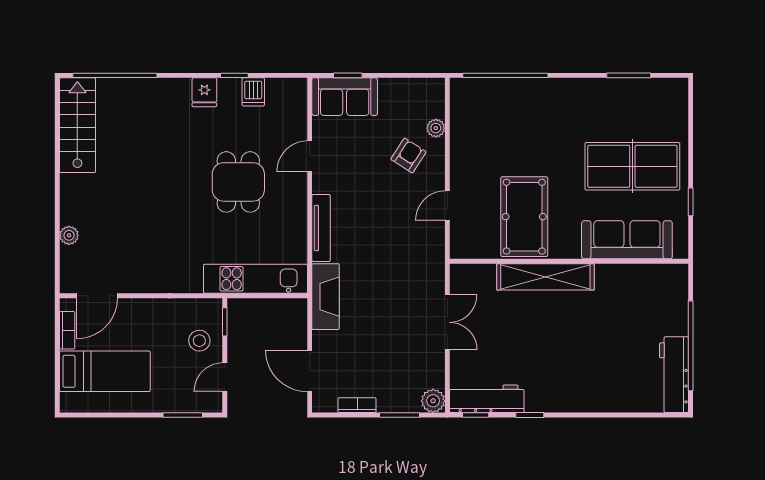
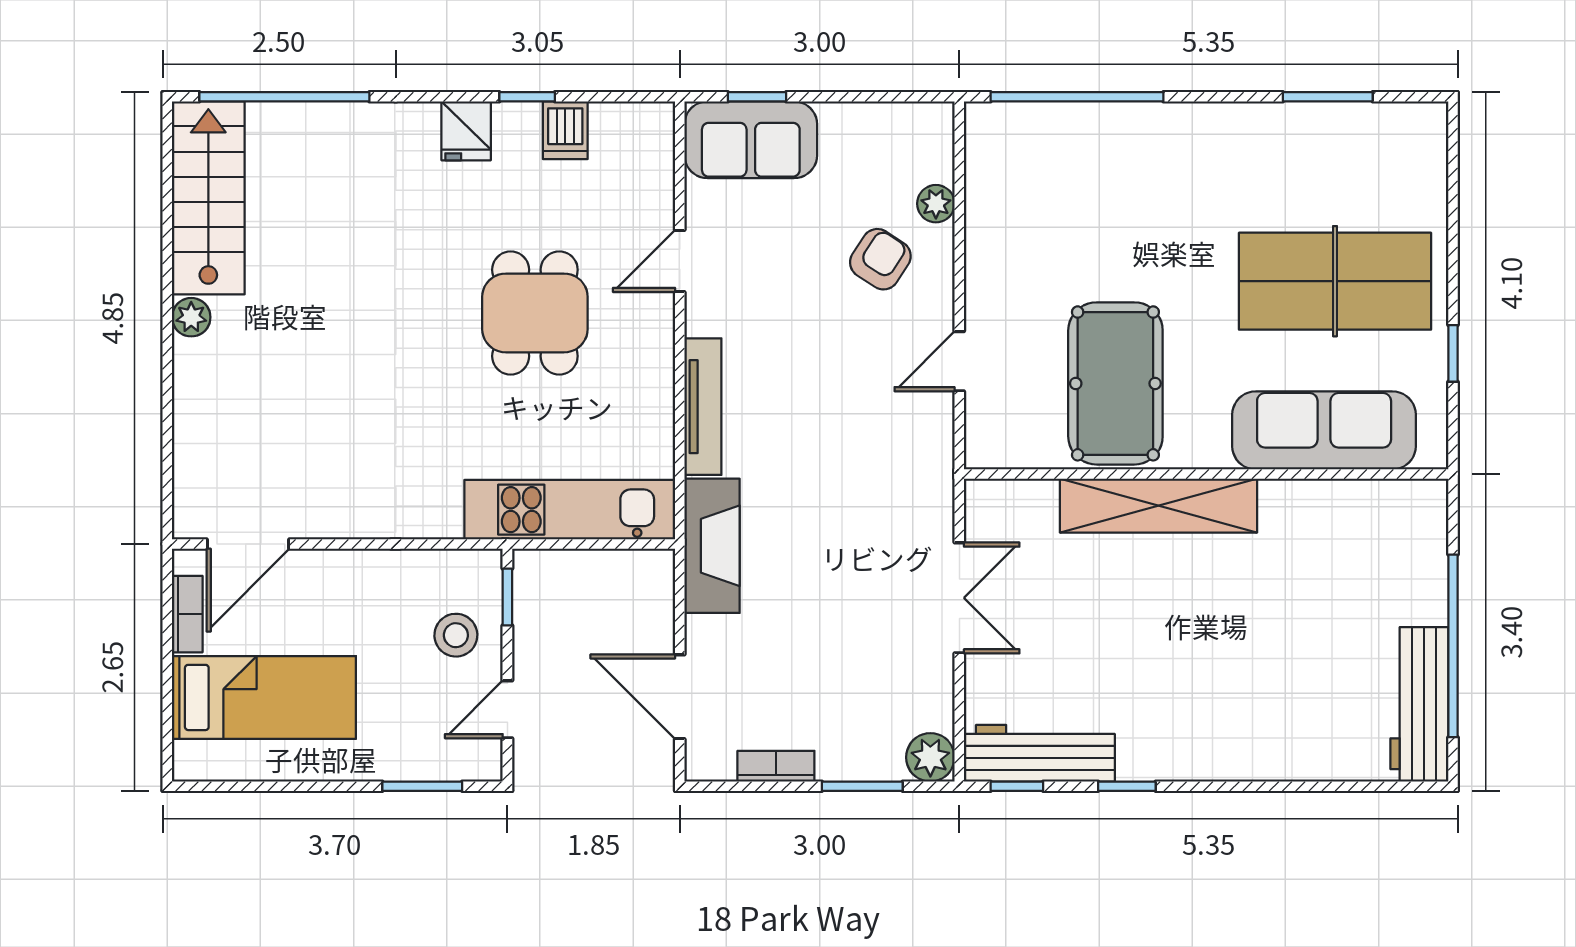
plant: (69, 235) -> (191, 317), moved

